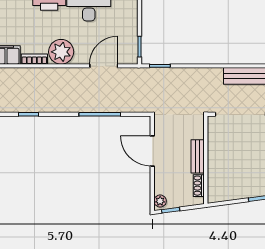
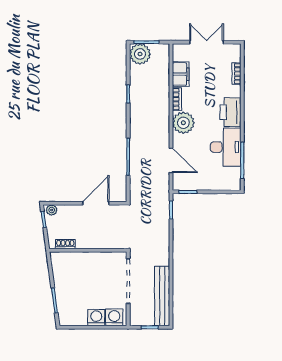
bench: (198, 156) -> (91, 243), removed

